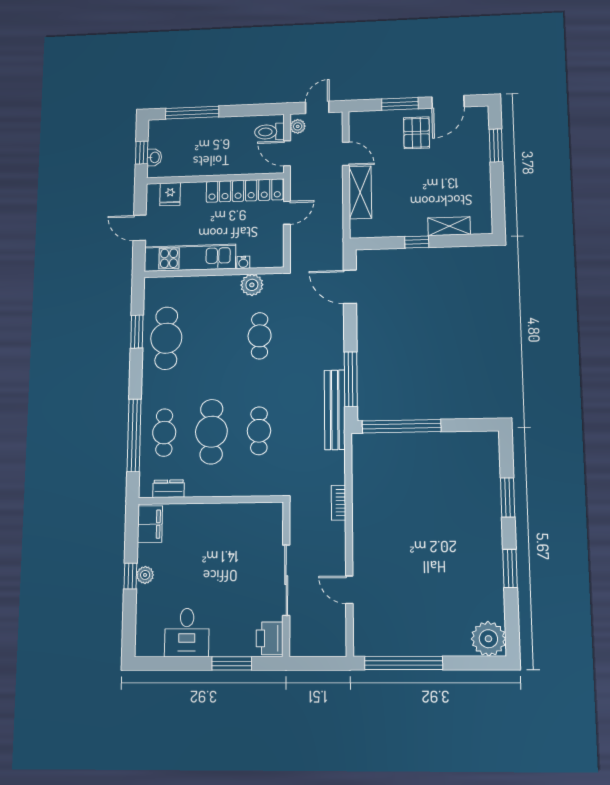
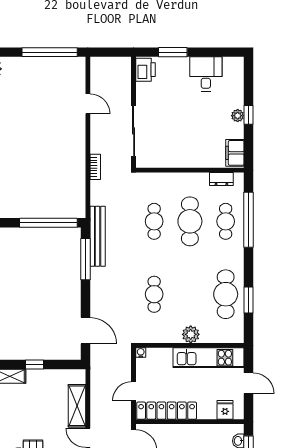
water cooler: (243, 262) -> (141, 353), moved
plant: (252, 285) -> (191, 334), moved
sliding door: (286, 580) -> (134, 131), moved

